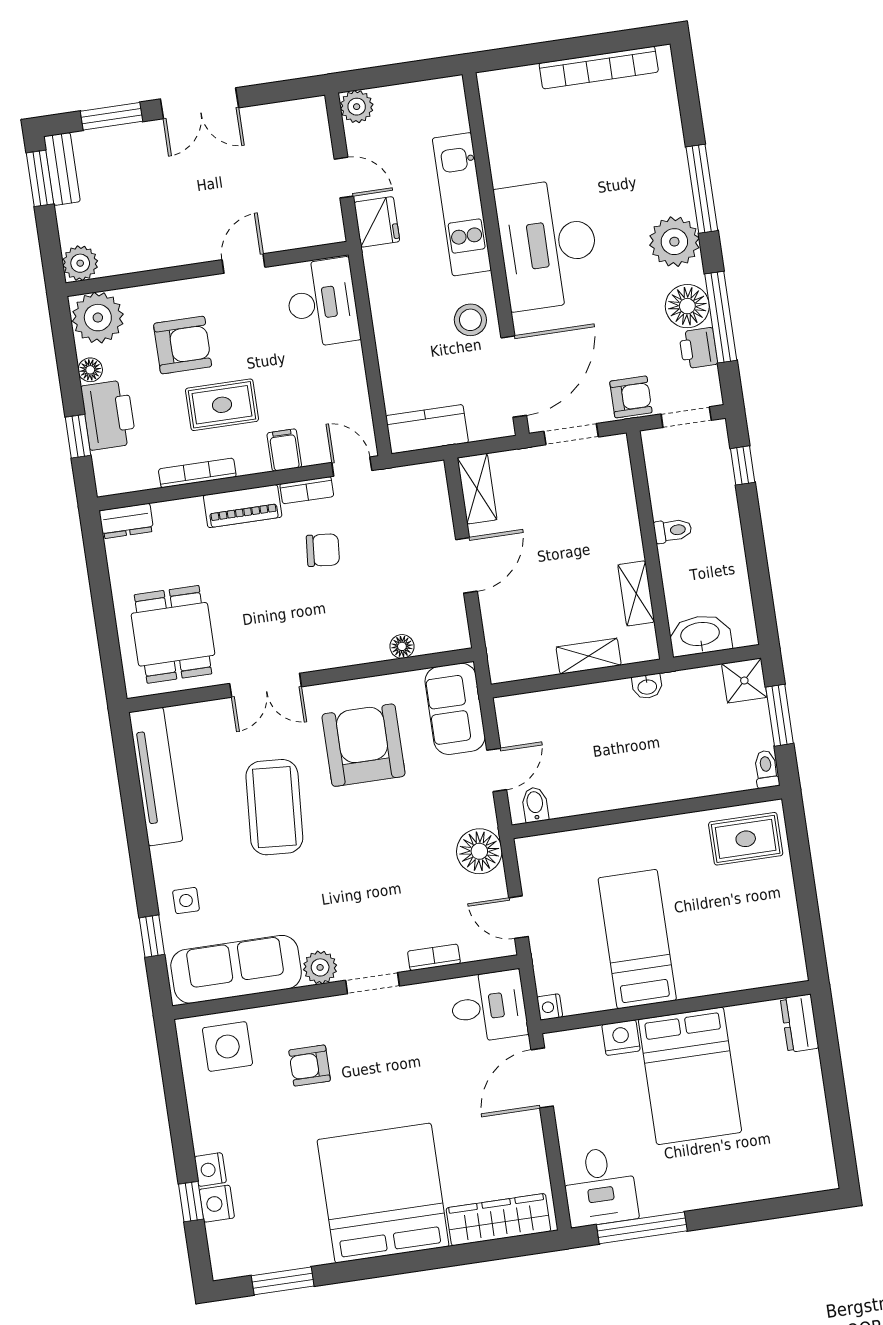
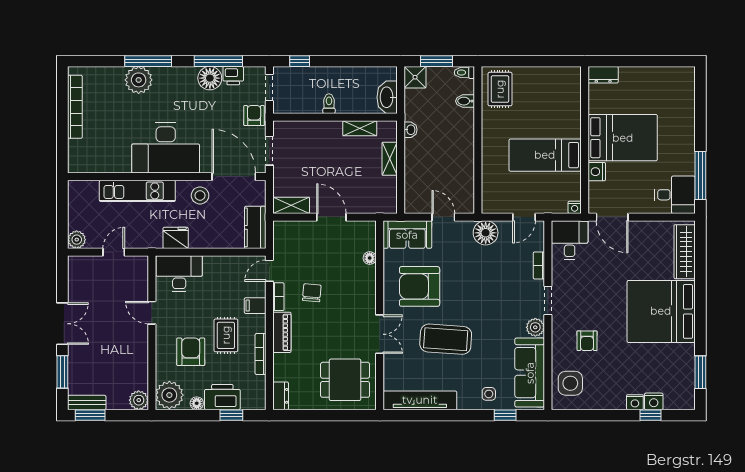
fridge: (377, 222) -> (176, 238), moved
plant: (674, 242) -> (139, 80), moved
bidet: (535, 805) -> (465, 101), moved

